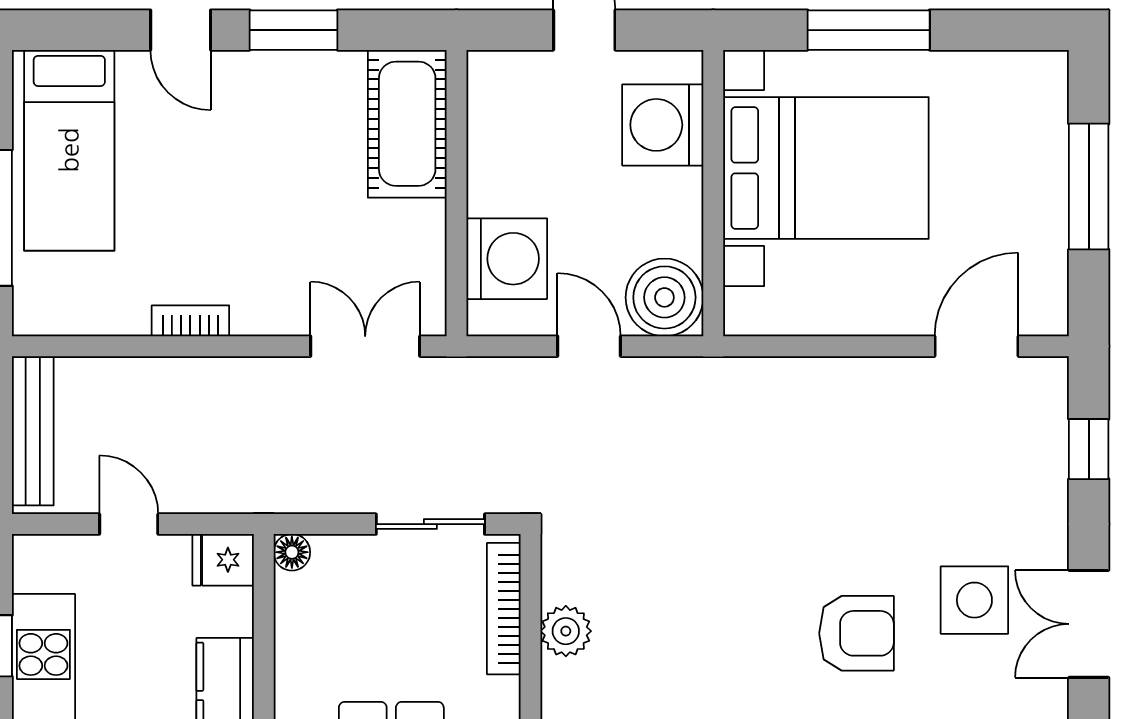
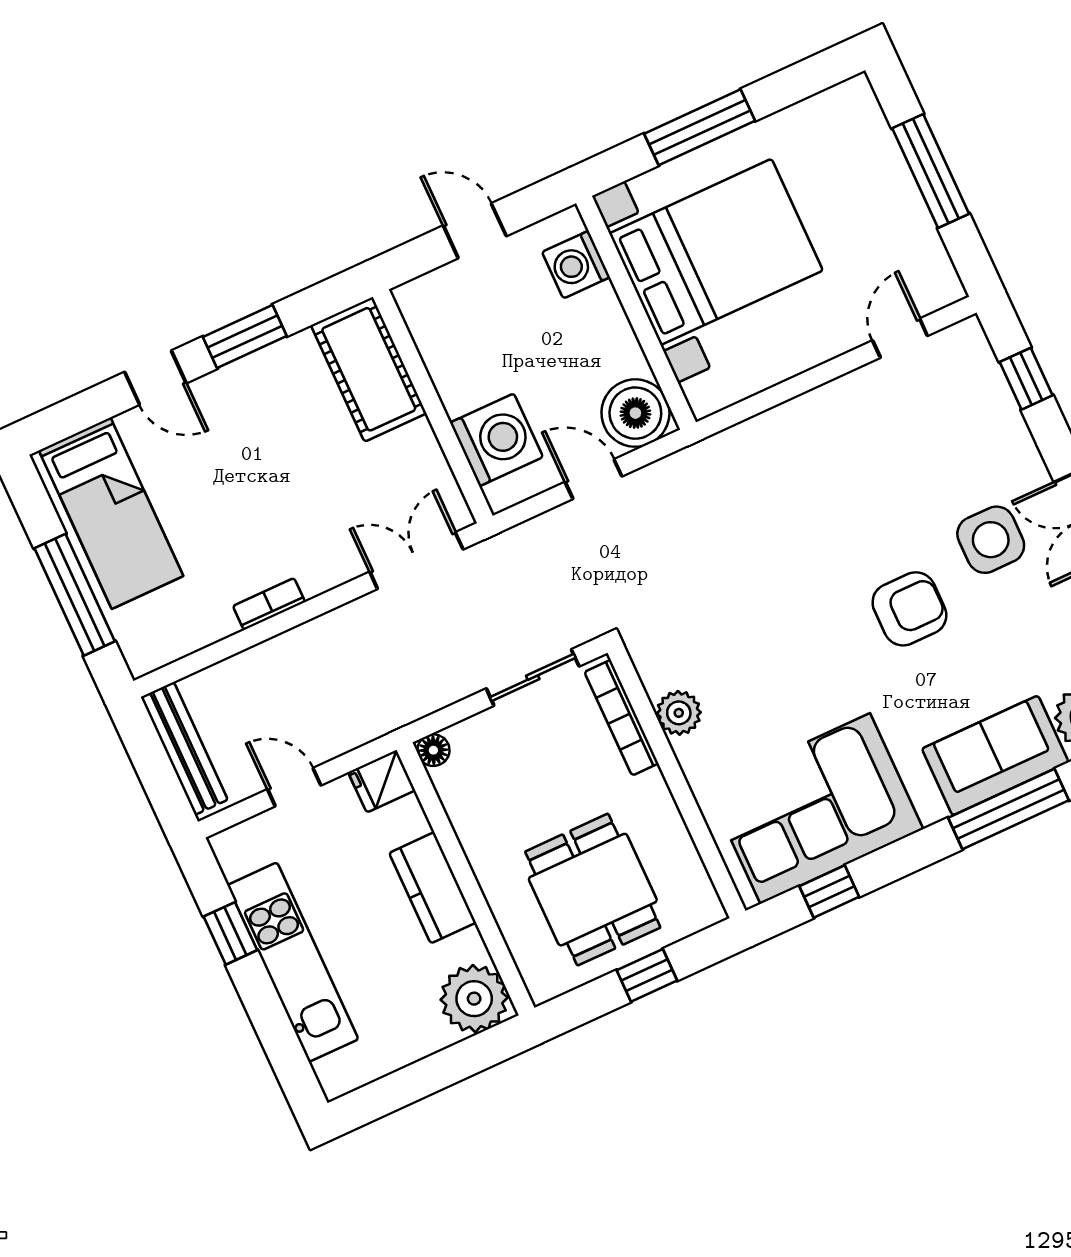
washing machine: (663, 125) -> (576, 265), width x0.73, depth x0.73
door: (977, 346) -> (900, 338), width x0.73

